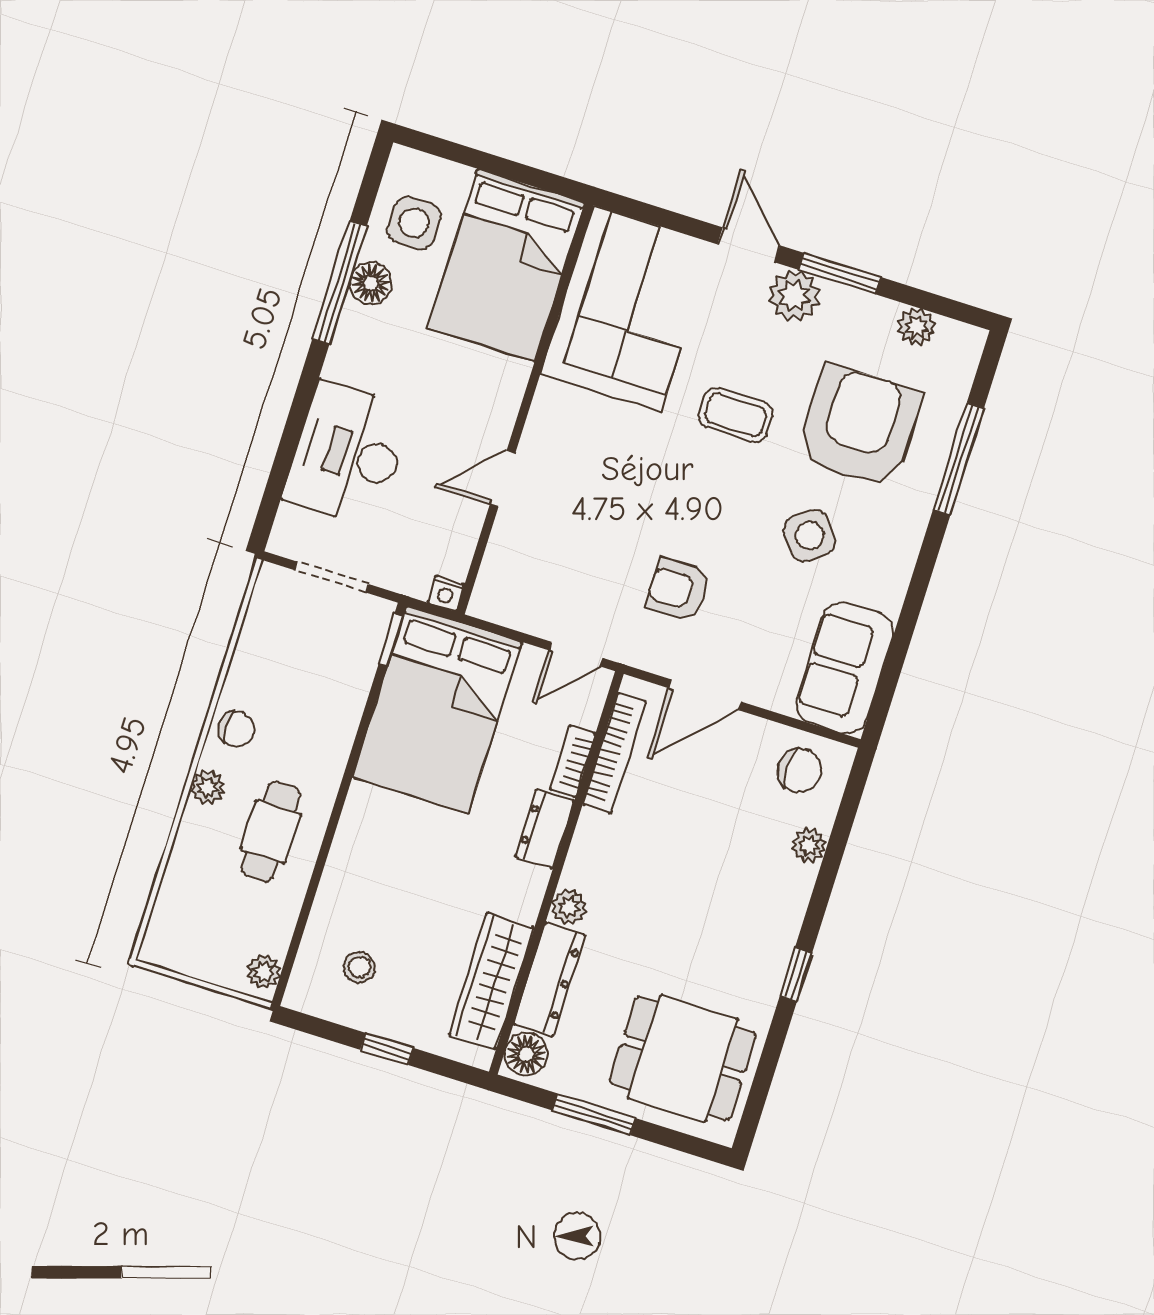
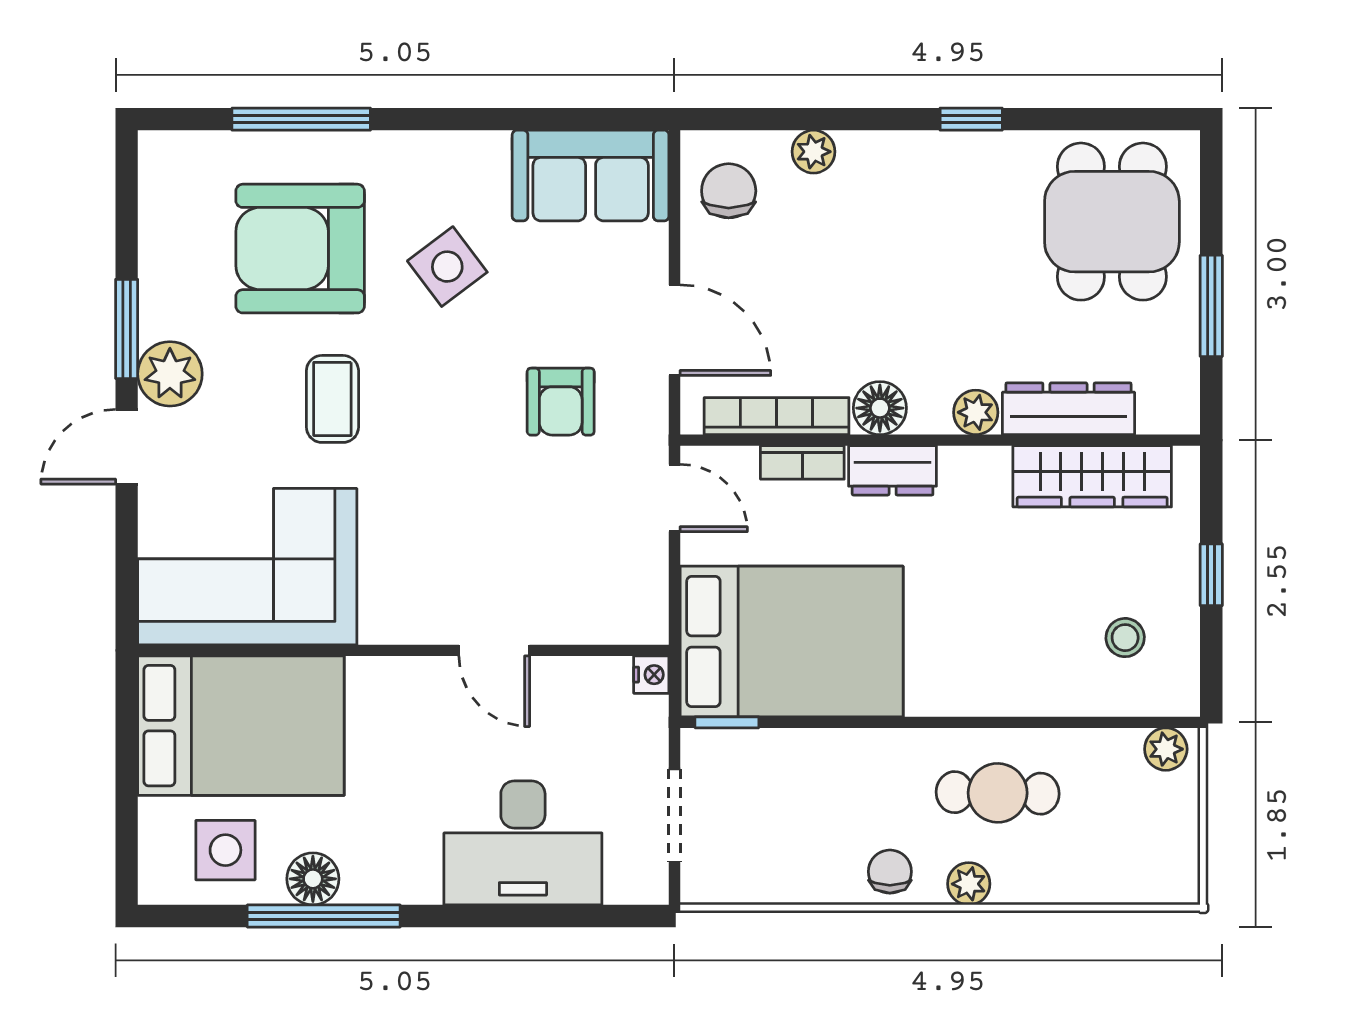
plant: (916, 327) -> (161, 218), removed
floor lamp: (526, 1054) -> (880, 408), moved

